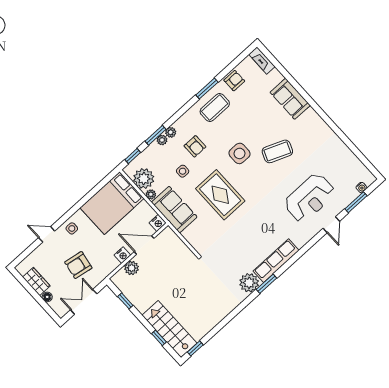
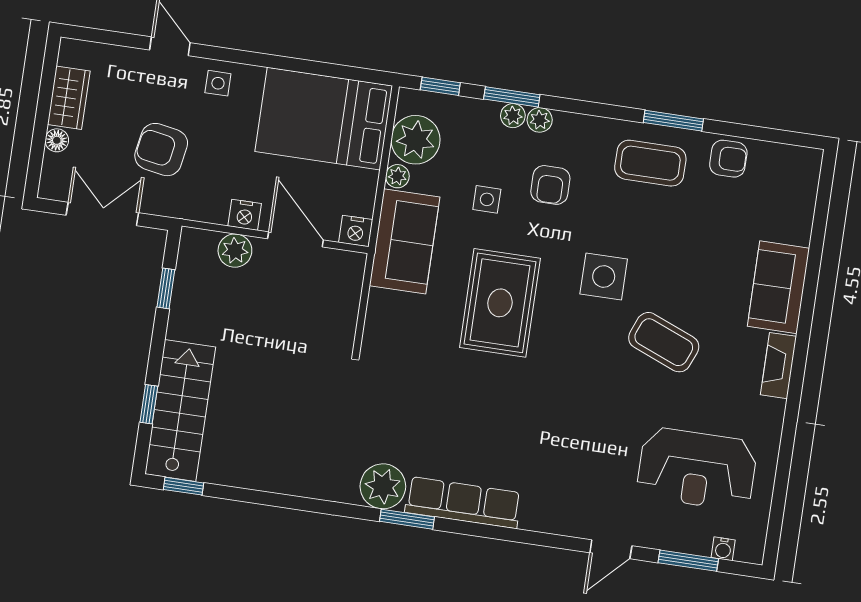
fireplace: (262, 60) -> (778, 366), moved
reception desk: (310, 198) -> (697, 469), moved

